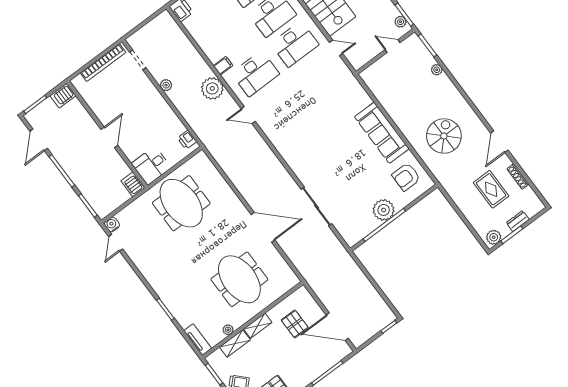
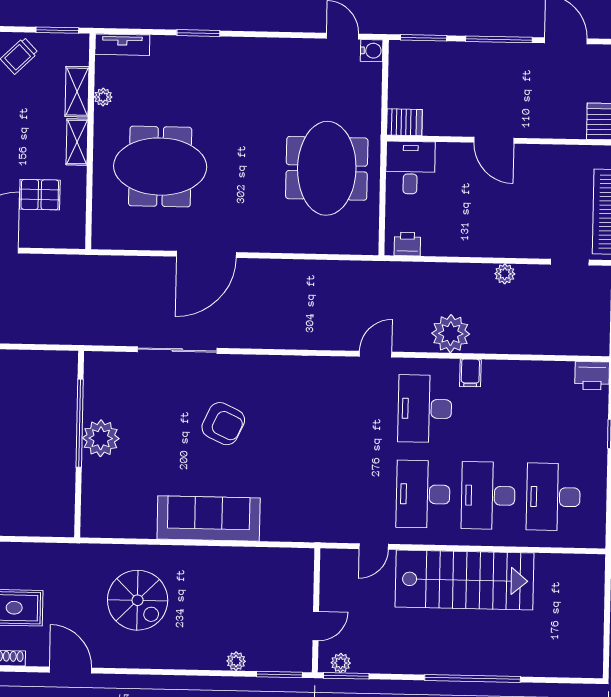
armchair: (406, 177) -> (223, 424), moved, turned 115
meeting table: (181, 203) -> (327, 168), turned 90

